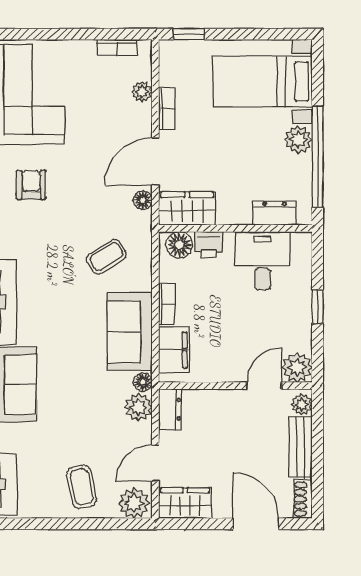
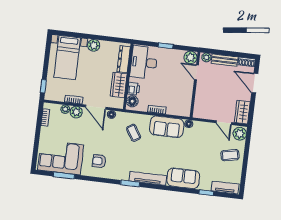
window: (317, 157) -> (102, 38), removed
wardrobe: (187, 209) -> (119, 85), moved
dresser: (275, 213) -> (124, 59), width x1.44
desk: (263, 261) -> (144, 62), width x1.37
filing cabinet: (174, 350) -> (177, 109), removed
plant: (138, 407) -> (76, 112), moved
dresser: (170, 409) -> (202, 114), removed
door: (256, 524) -> (255, 83), hinge flipped

